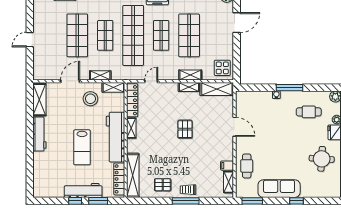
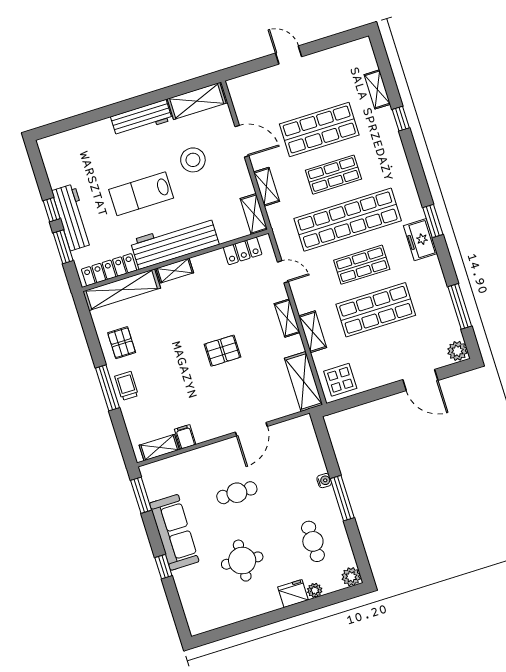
shelving: (189, 87) -> (287, 318), moved
stool: (90, 99) -> (193, 160), moved
locker: (132, 100) -> (243, 251), width x0.66
shelving: (131, 128) -> (175, 271), moved
round table: (322, 159) -> (242, 561), moved
cafe table: (247, 166) -> (237, 493), moved

